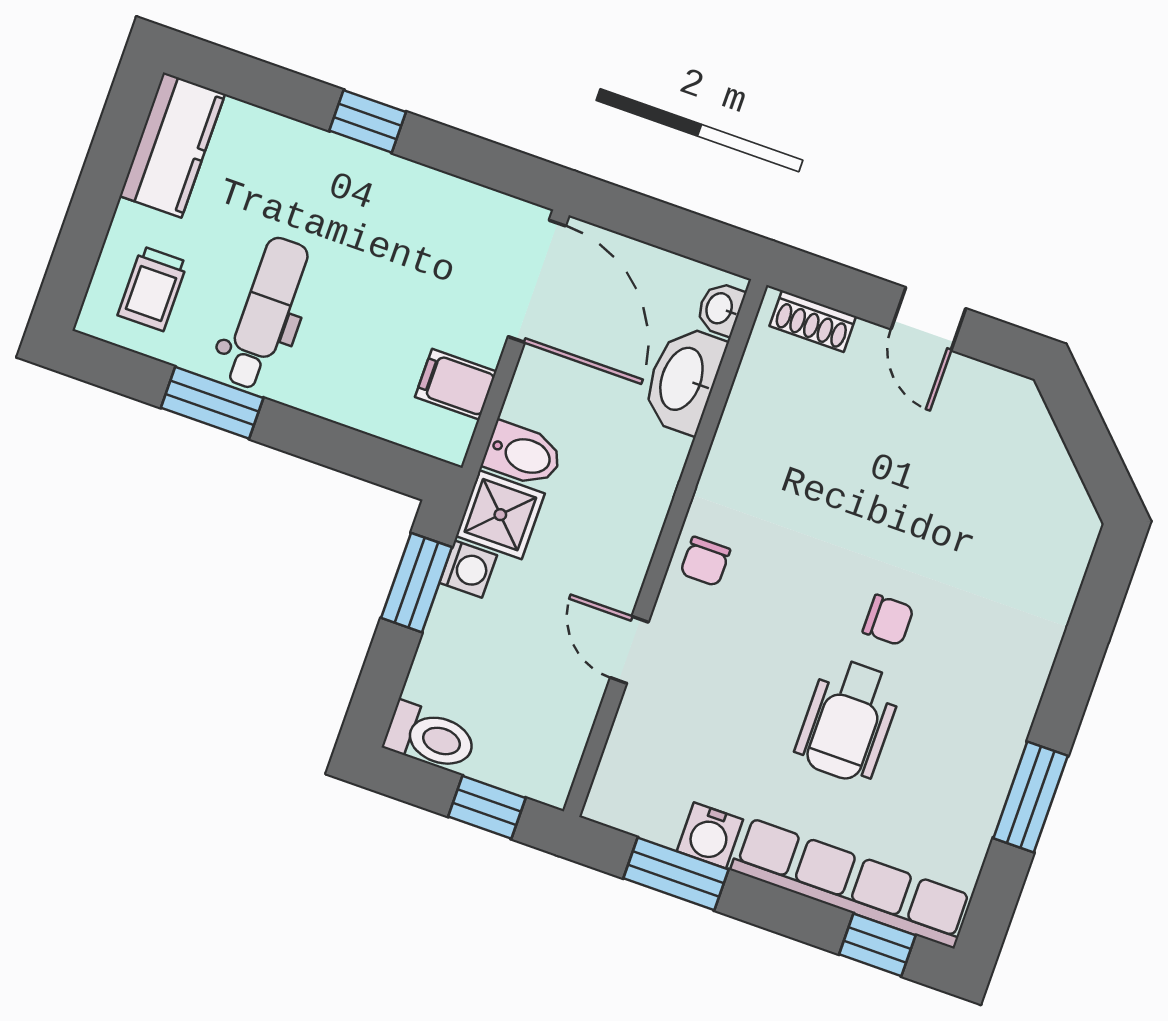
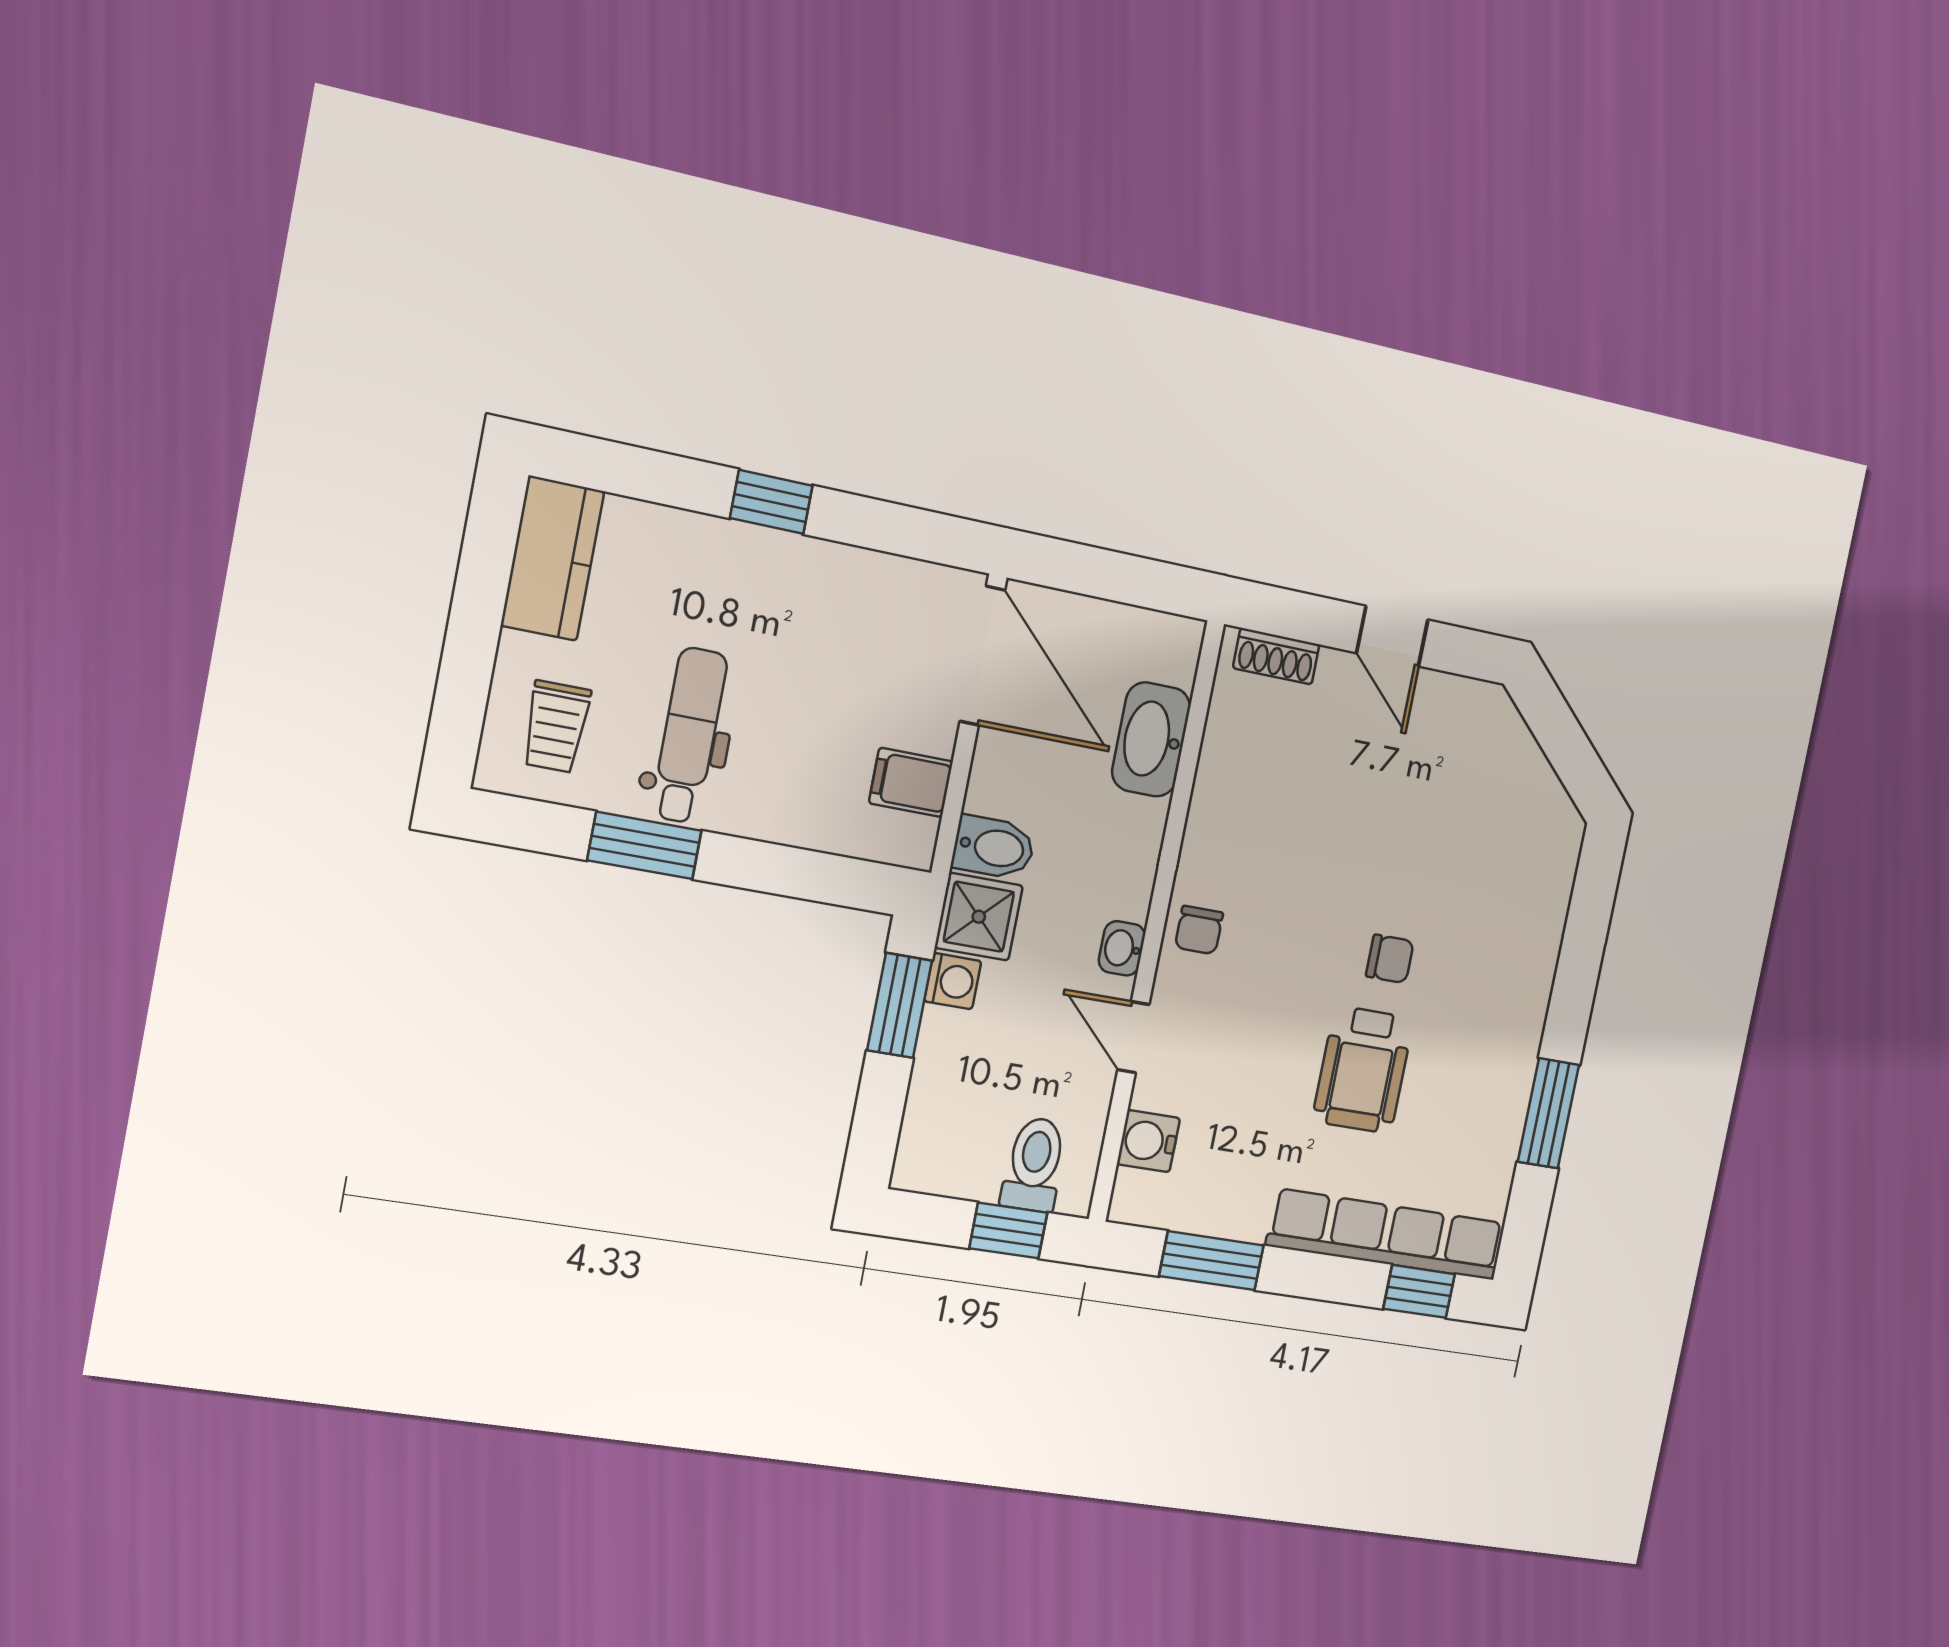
washbasin: (720, 309) -> (1122, 948), moved
toilet: (430, 737) -> (1034, 1164), moved, turned -90
water cooler: (710, 835) -> (1148, 1141), moved, turned 90

